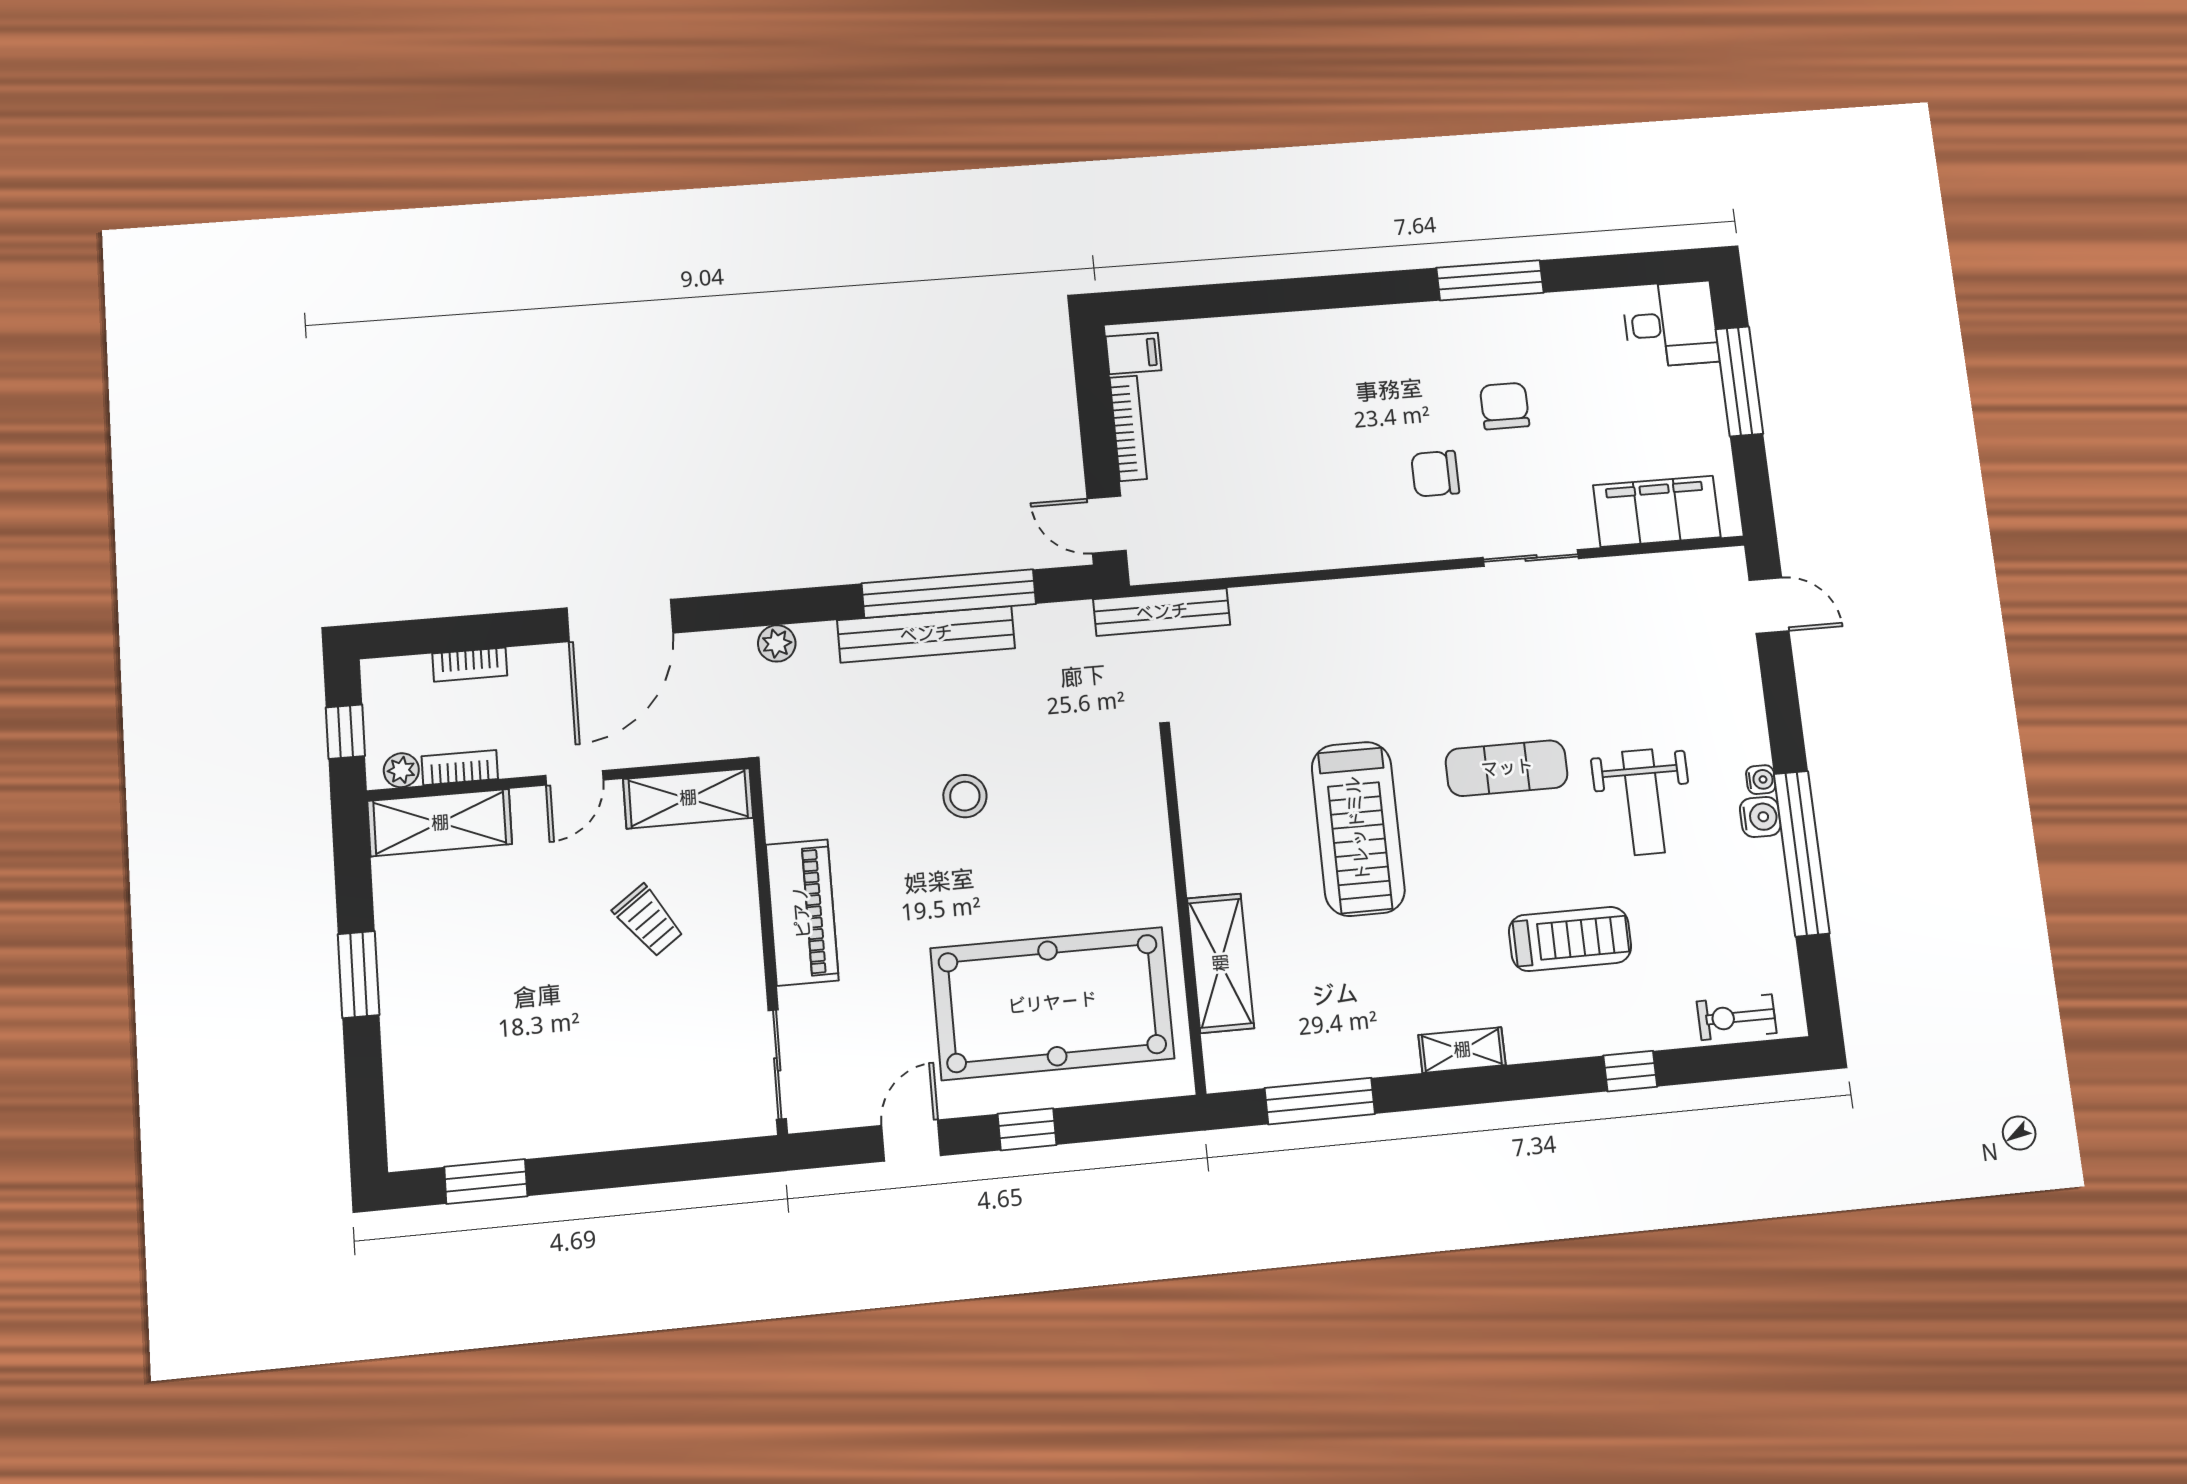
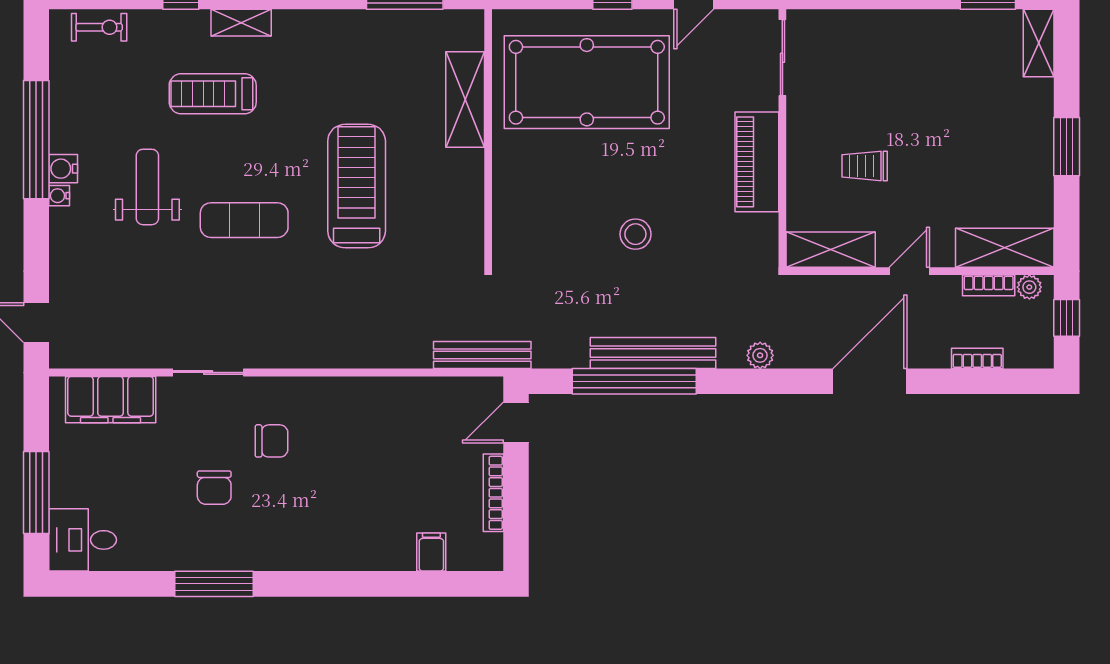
filing cabinet: (1134, 353) -> (431, 552), moved, turned 90
door: (1107, 525) -> (516, 423), swing flipped
trolley: (648, 921) -> (865, 166), turned -54
shelving: (1462, 1050) -> (241, 23), moved
shelving: (408, 1121) -> (1039, 43), added

